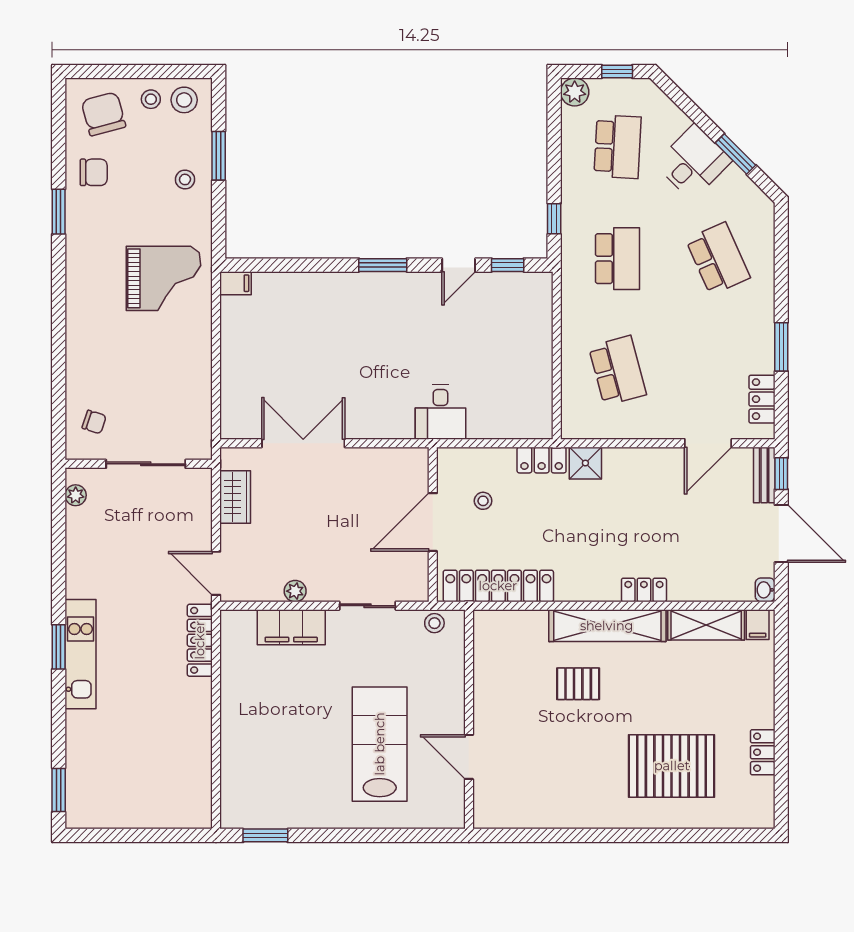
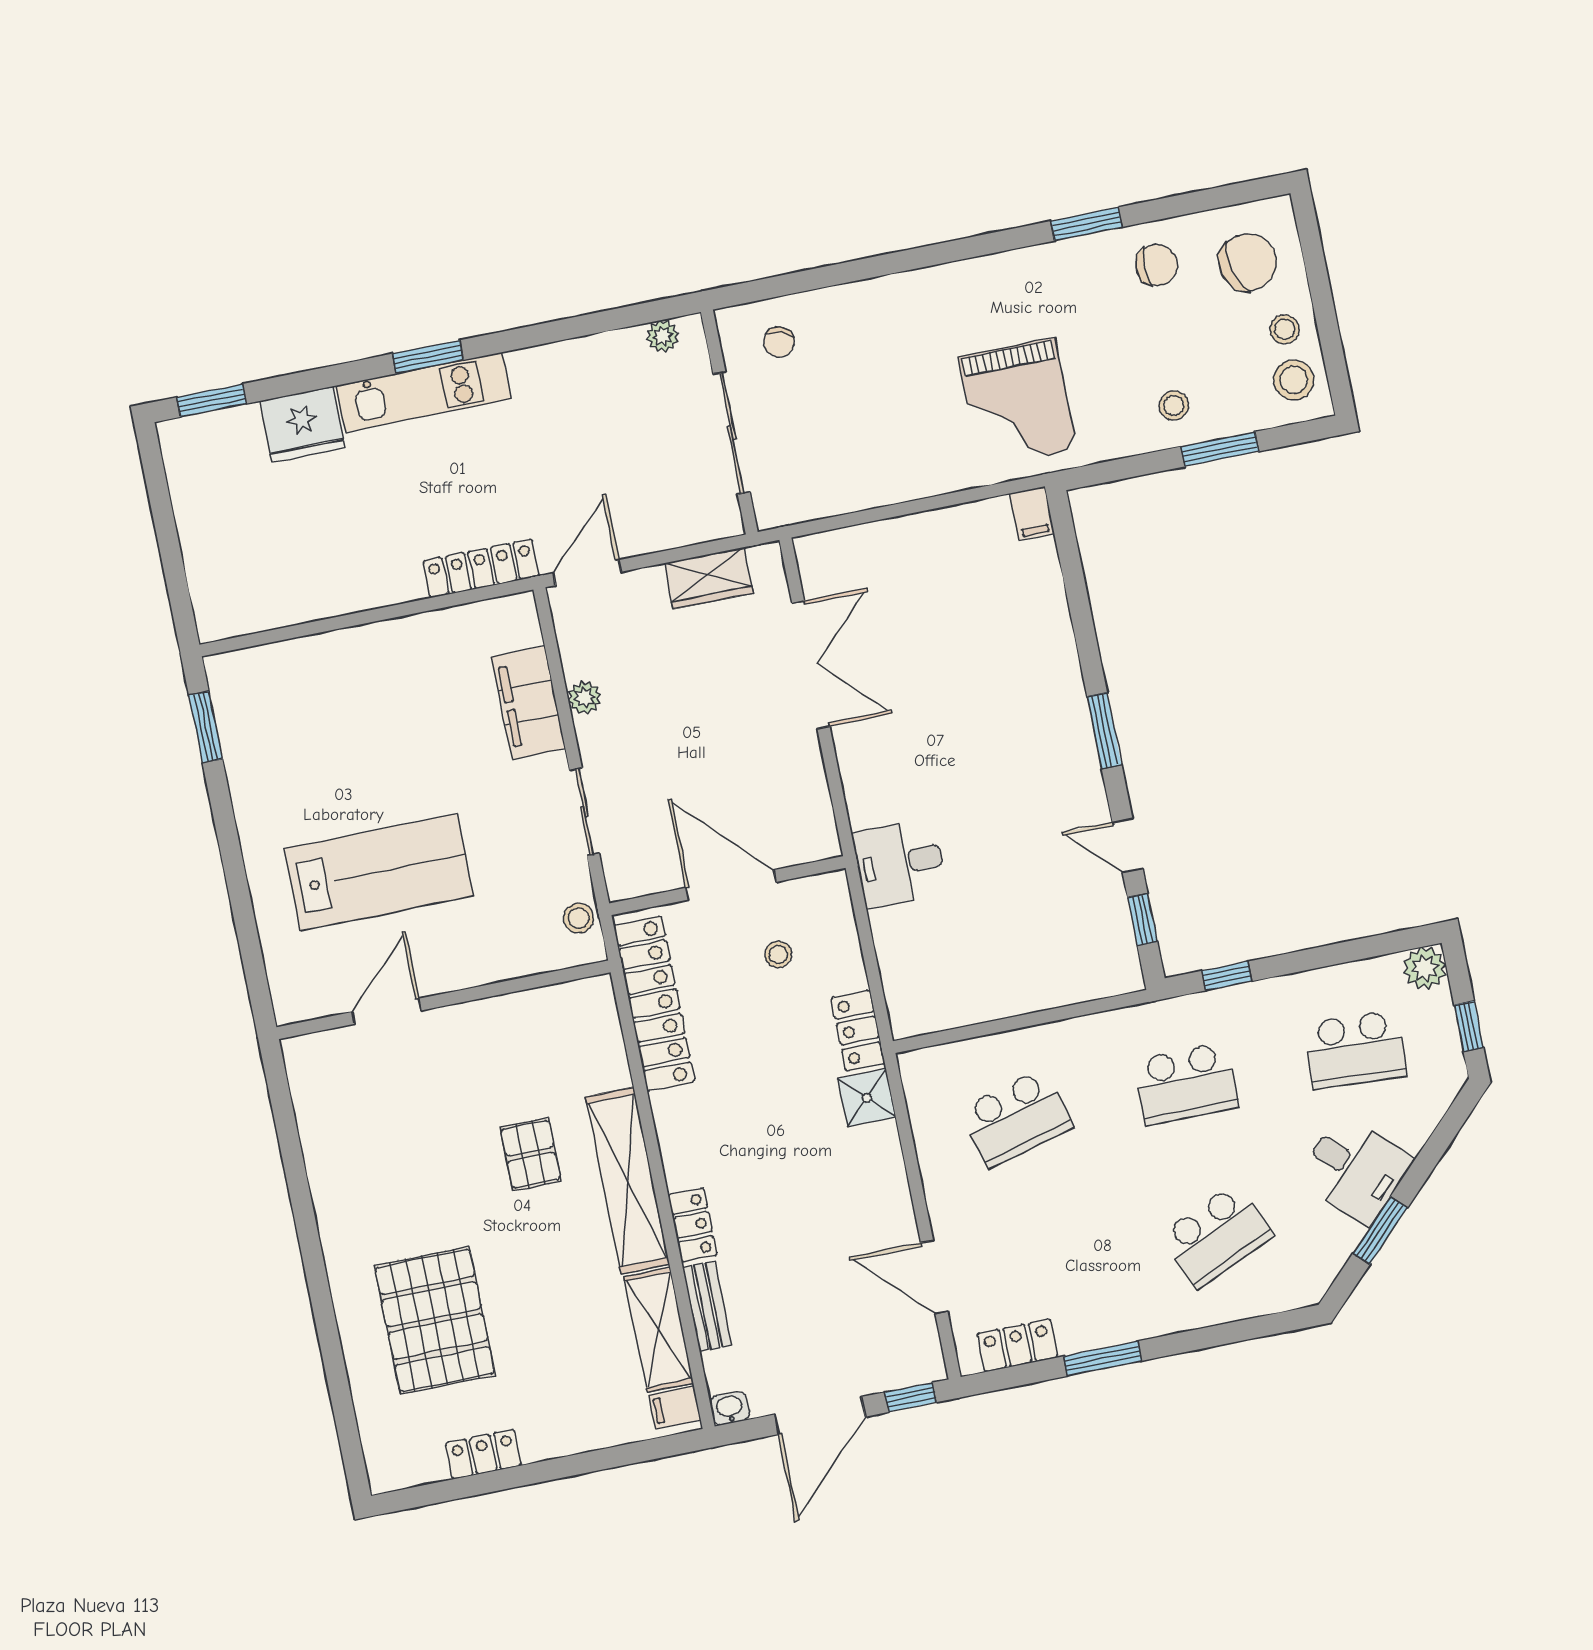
chair: (94, 172) -> (1157, 265), turned -90
bench: (764, 475) -> (707, 1306), moved, turned 90
fridge: (86, 735) -> (302, 425), added

